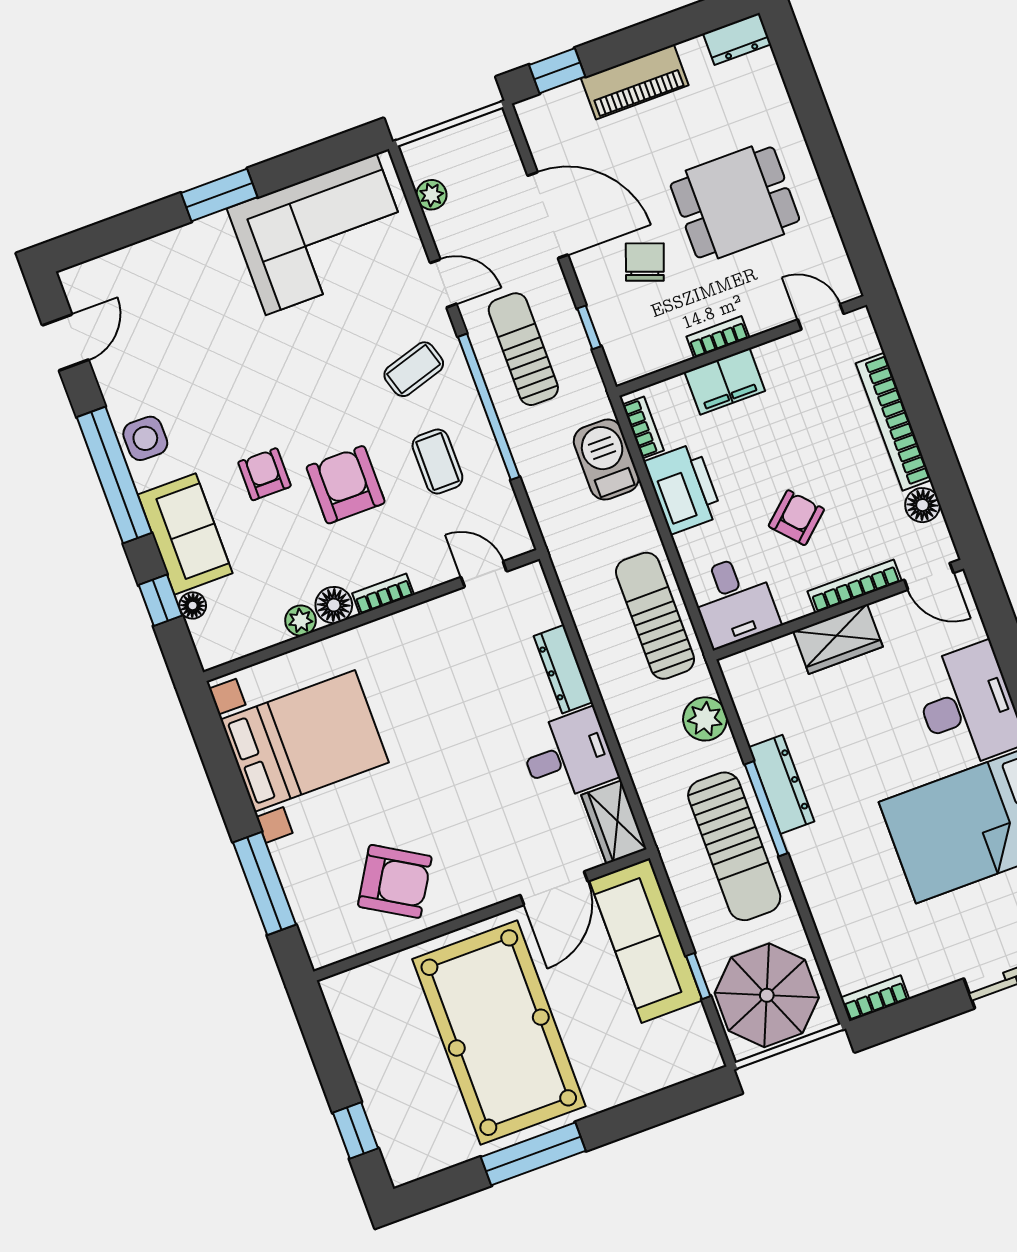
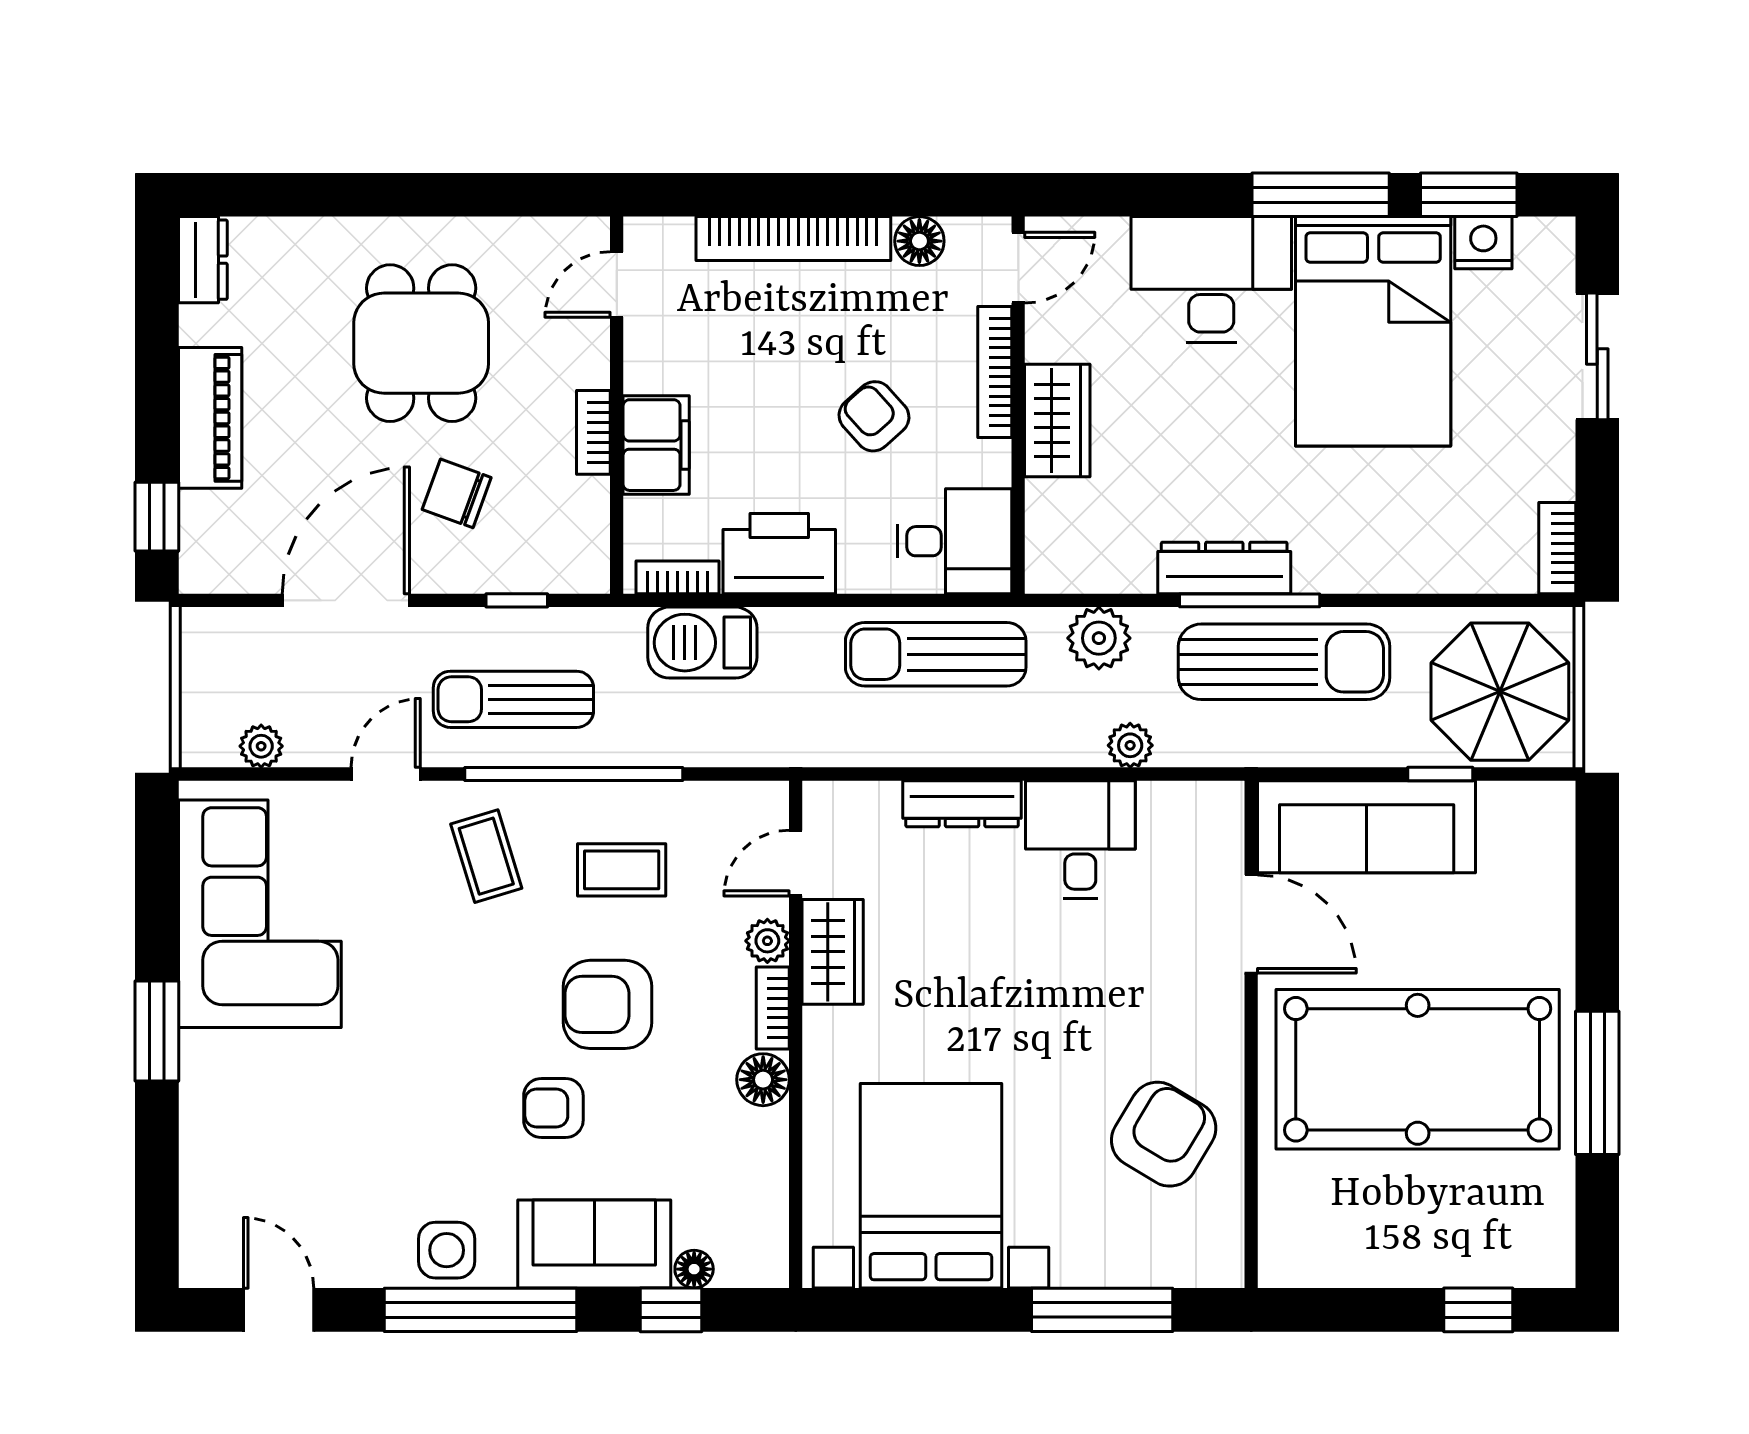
plant: (301, 621) -> (767, 941), moved
plant: (642, 765) -> (1130, 745), added
wardrobe: (614, 822) -> (833, 952), moved, turned -90

